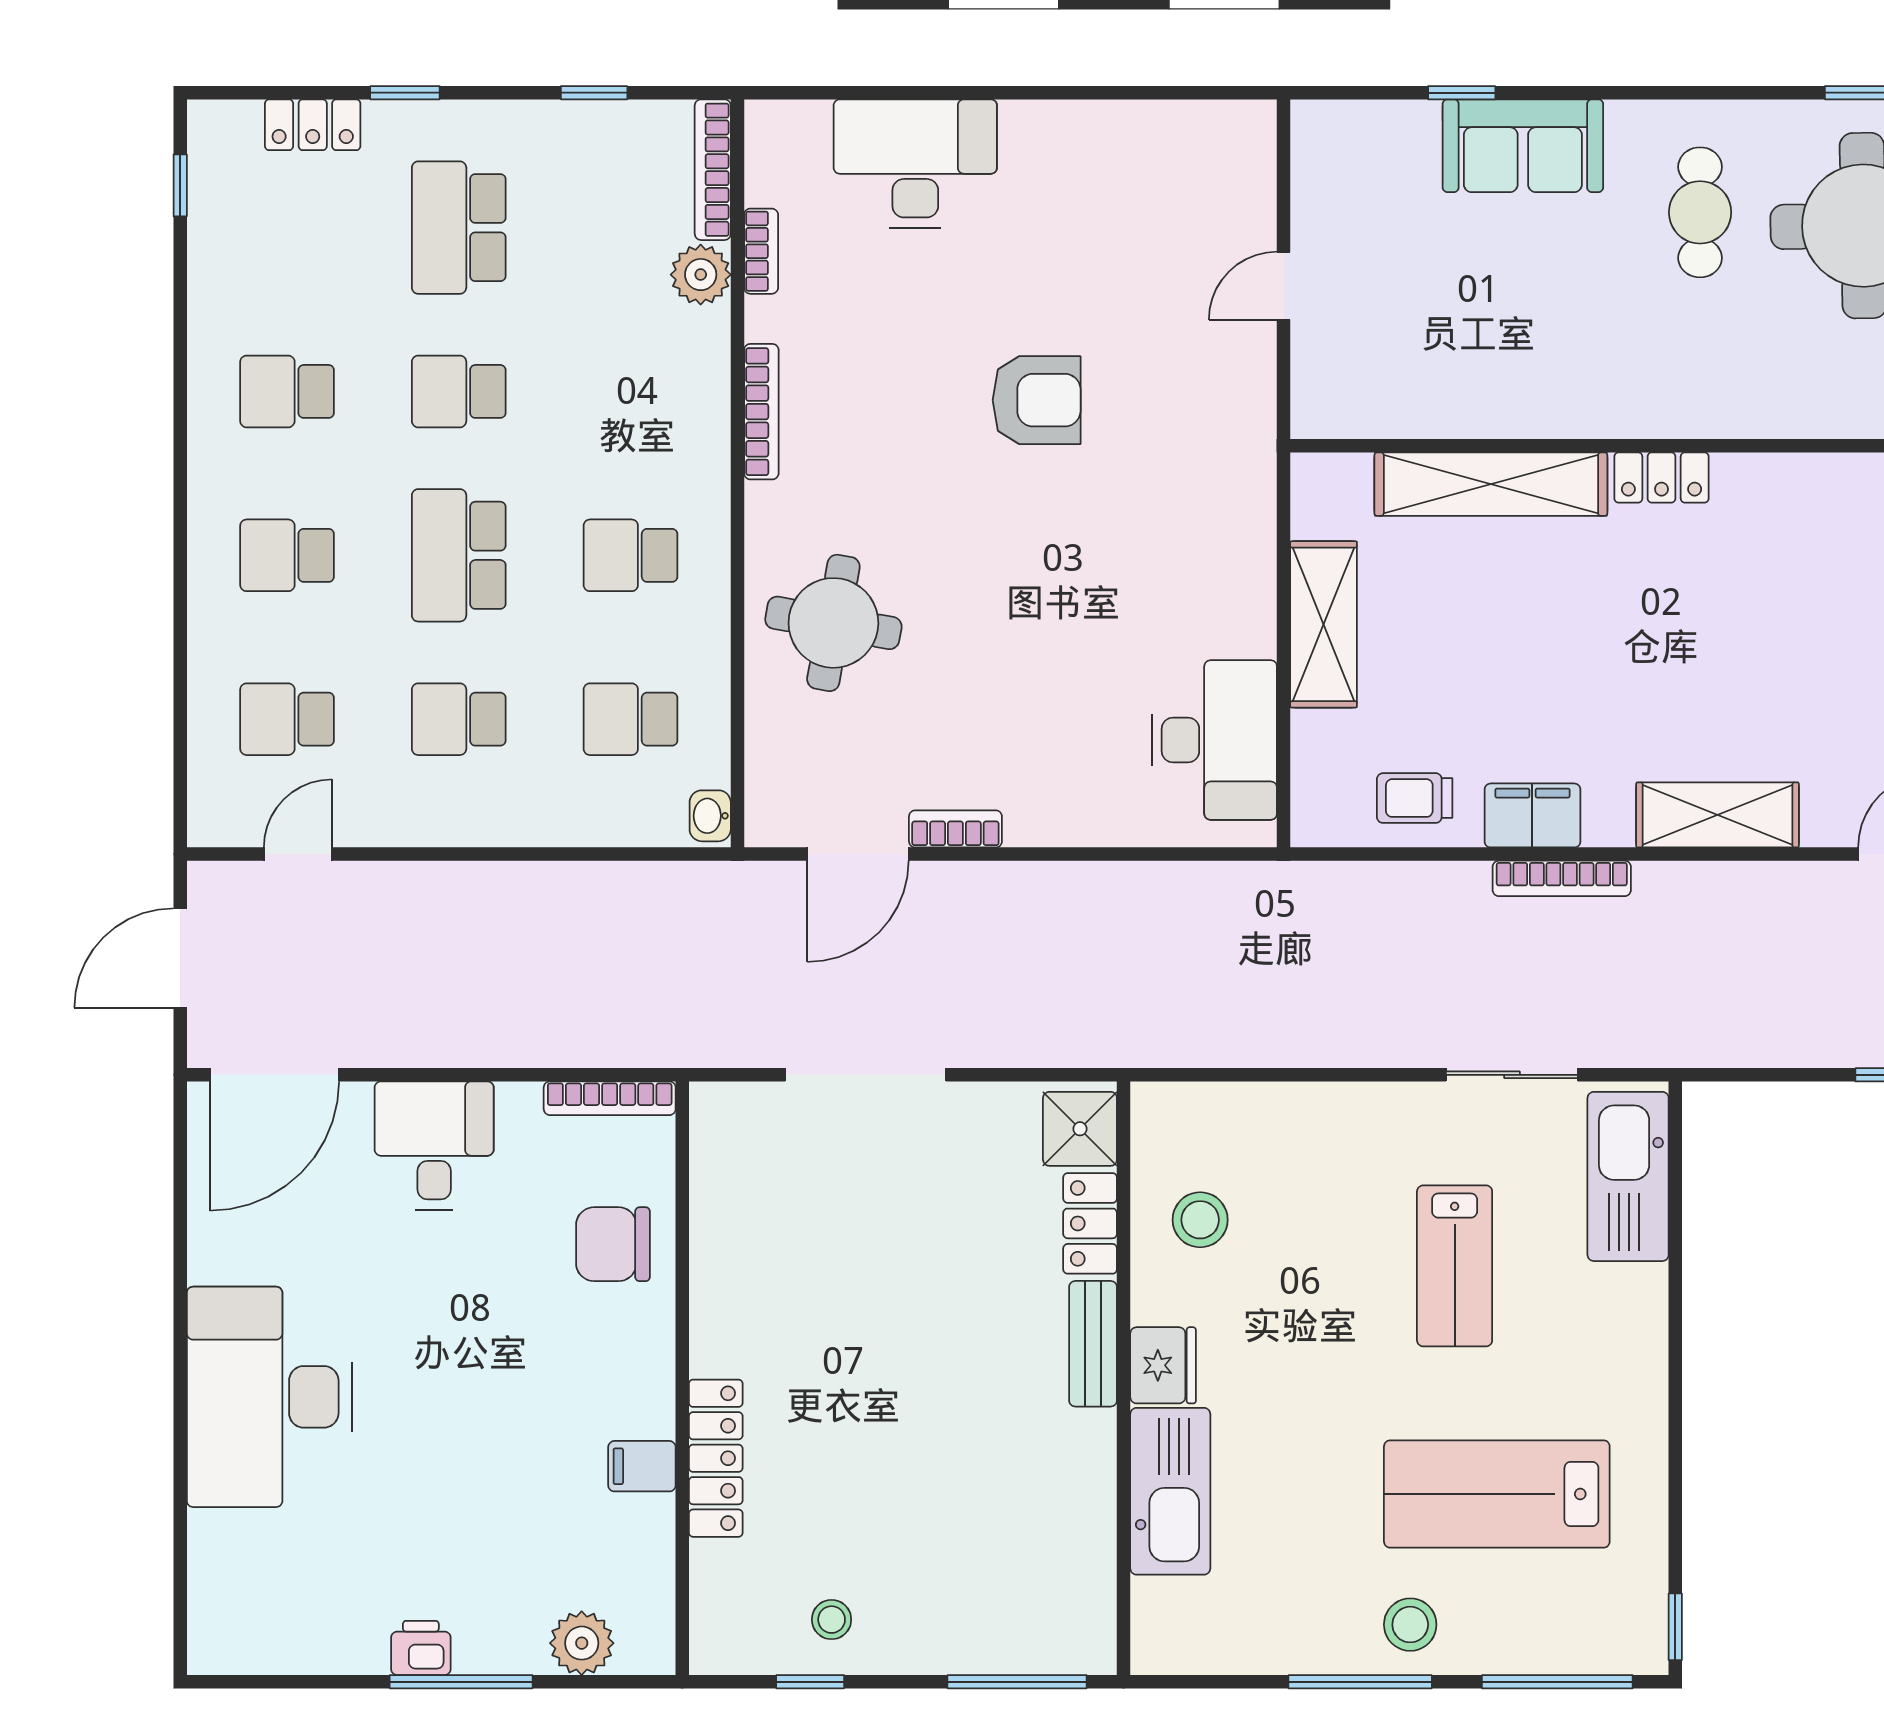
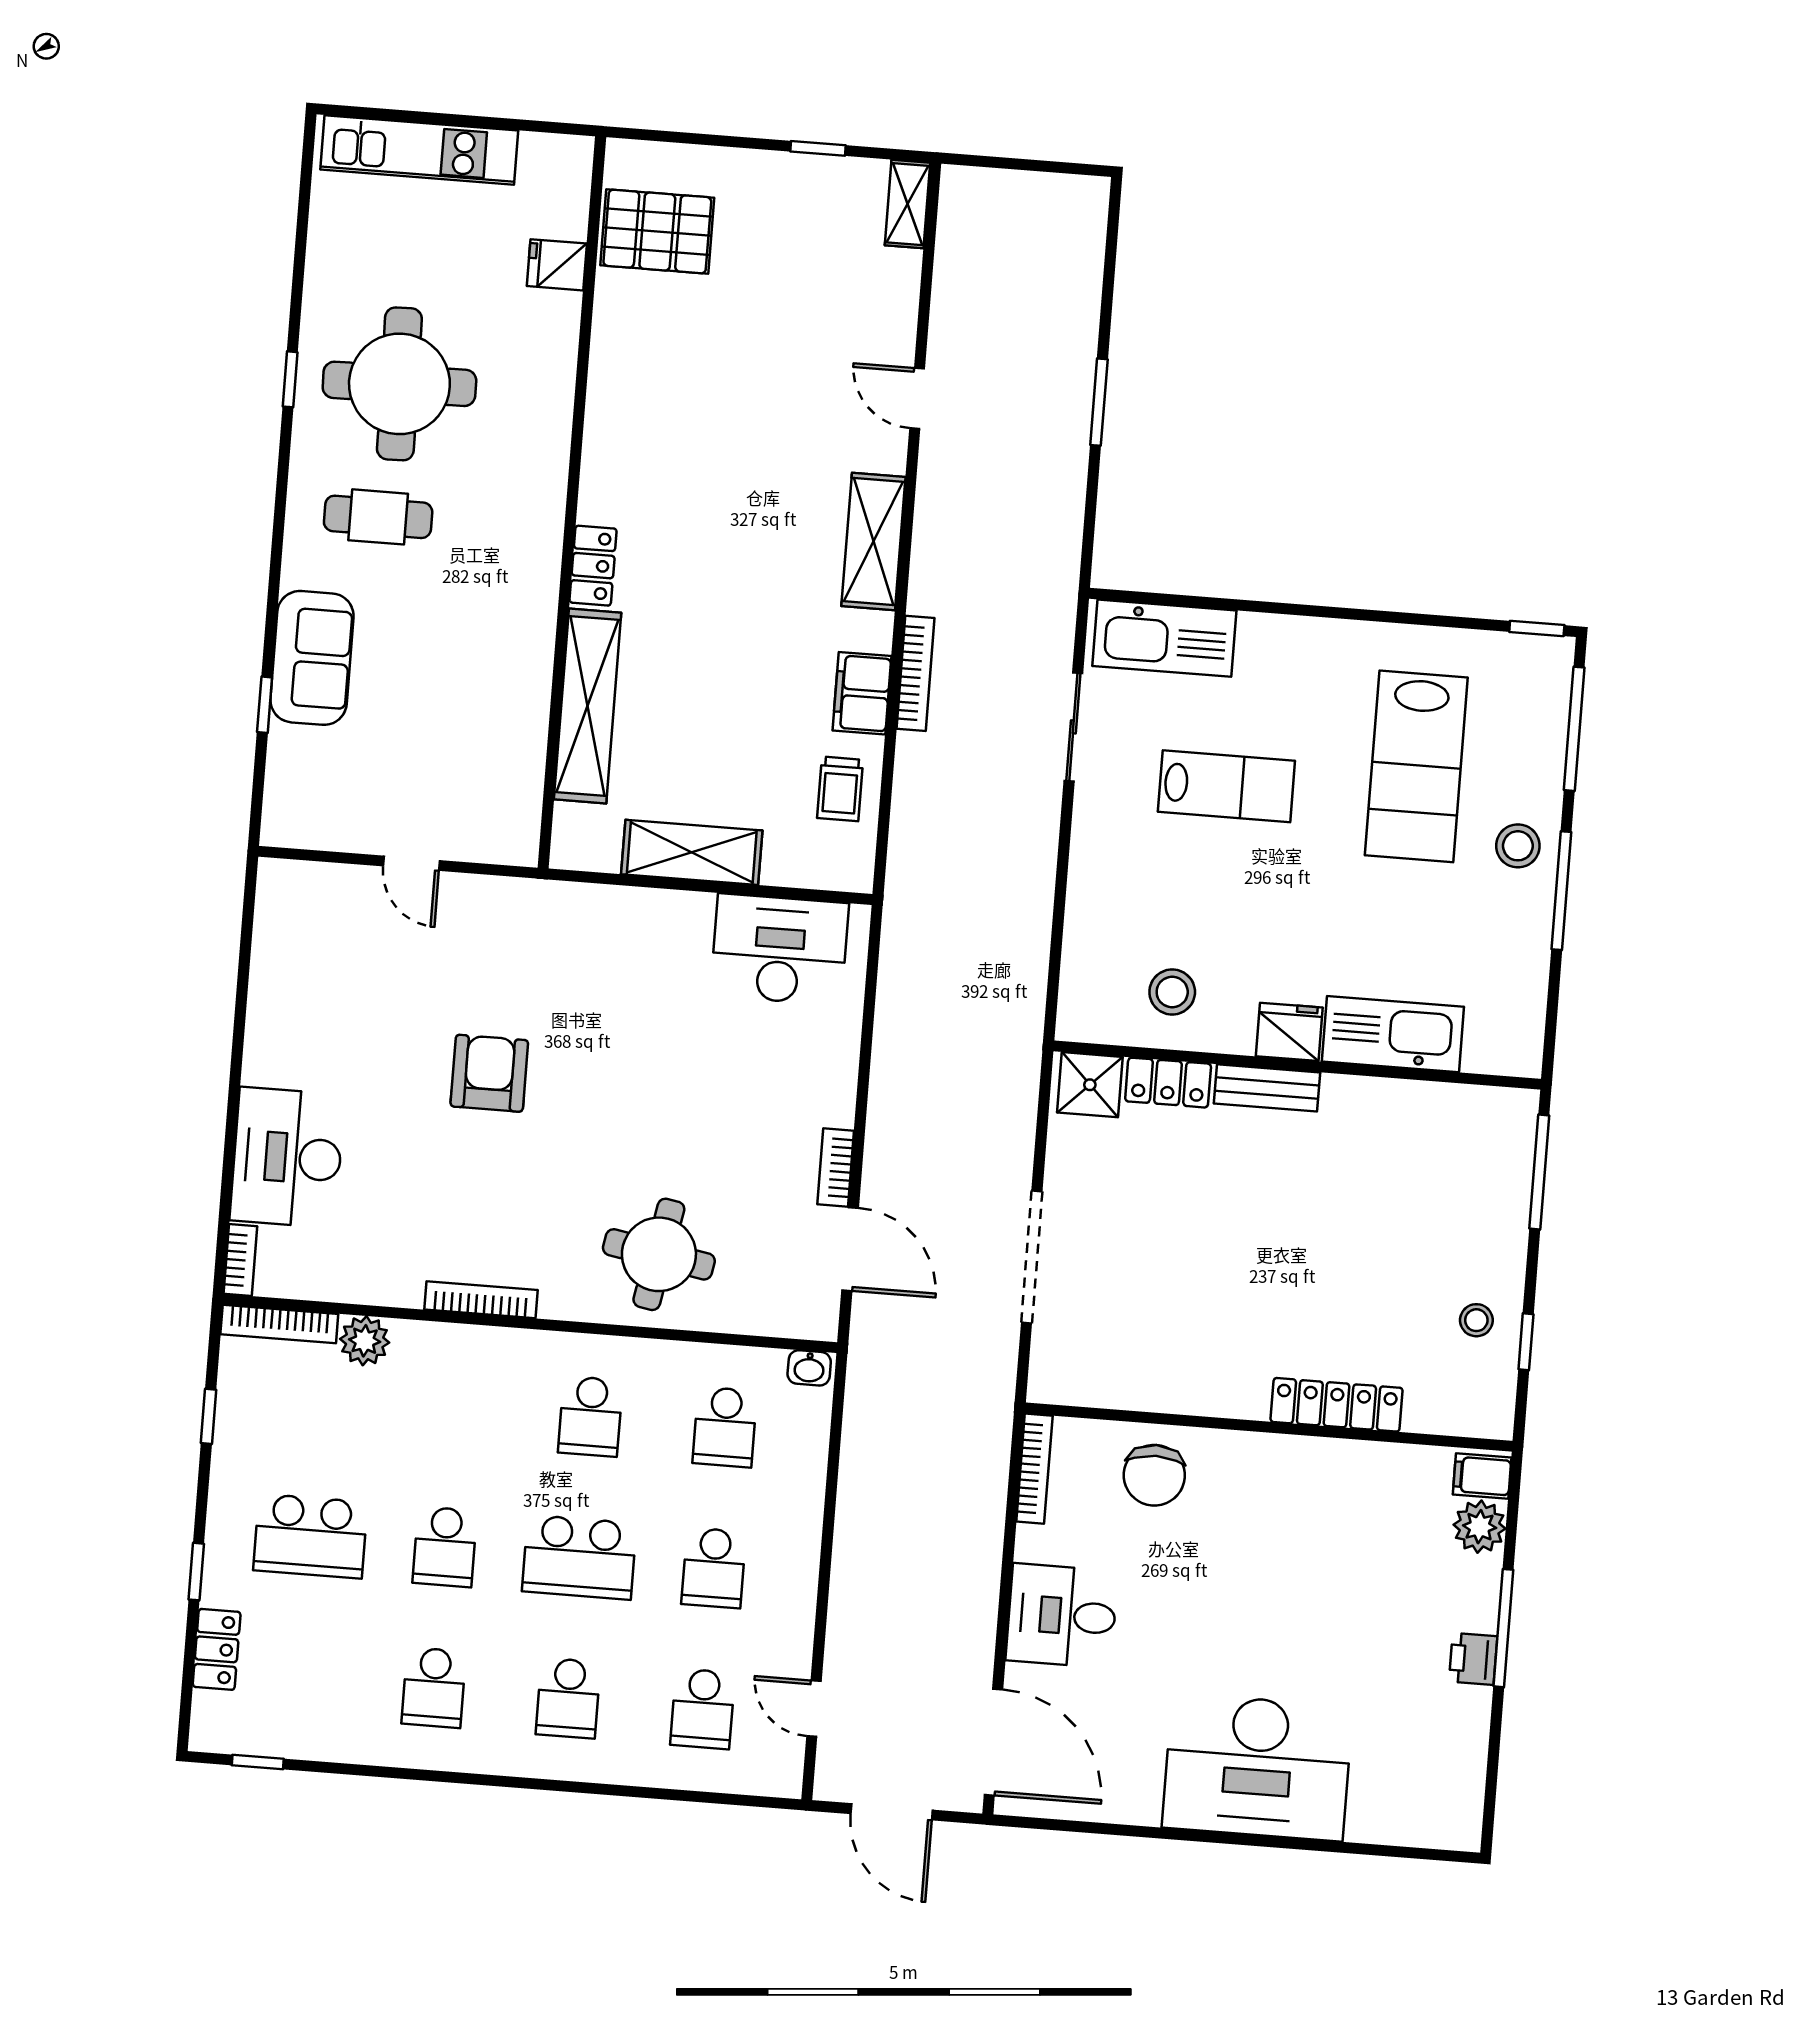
bookcase: (761, 251) -> (240, 1260), moved, turned 90
filing cabinet: (642, 1466) -> (1482, 1476), moved, turned 90

